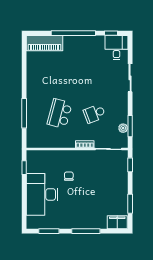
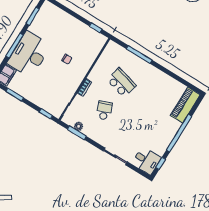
desk: (42, 194) -> (29, 54), moved, turned -90

